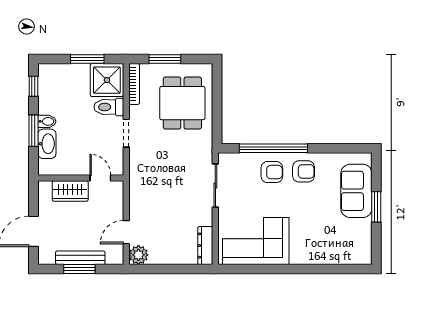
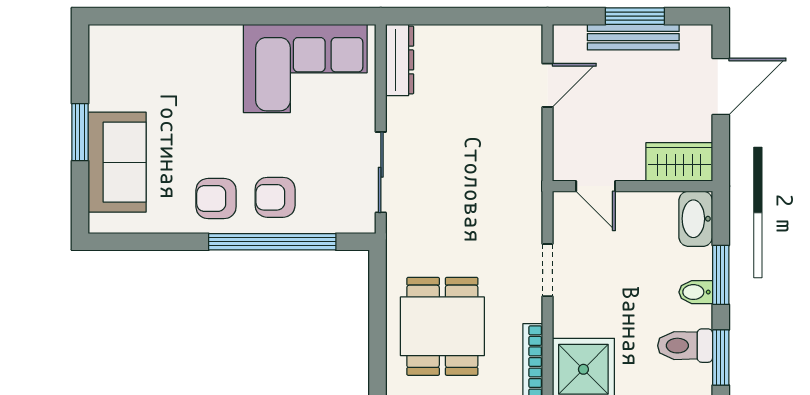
window: (33, 86) -> (721, 358), width x1.50
toilet: (109, 107) -> (685, 346), moved, turned 180
washbasin: (47, 144) -> (696, 219), moved
wardrobe: (70, 191) -> (679, 162), moved
plant: (138, 255) -> (524, 42), removed

